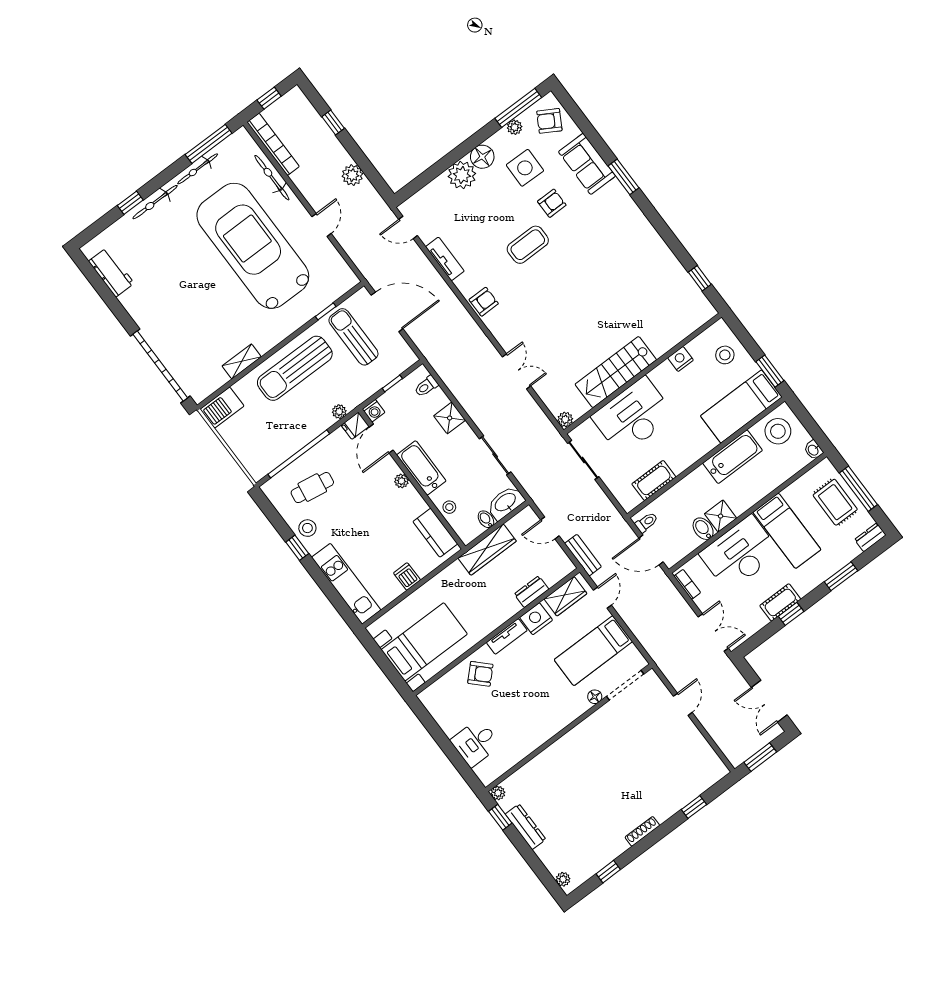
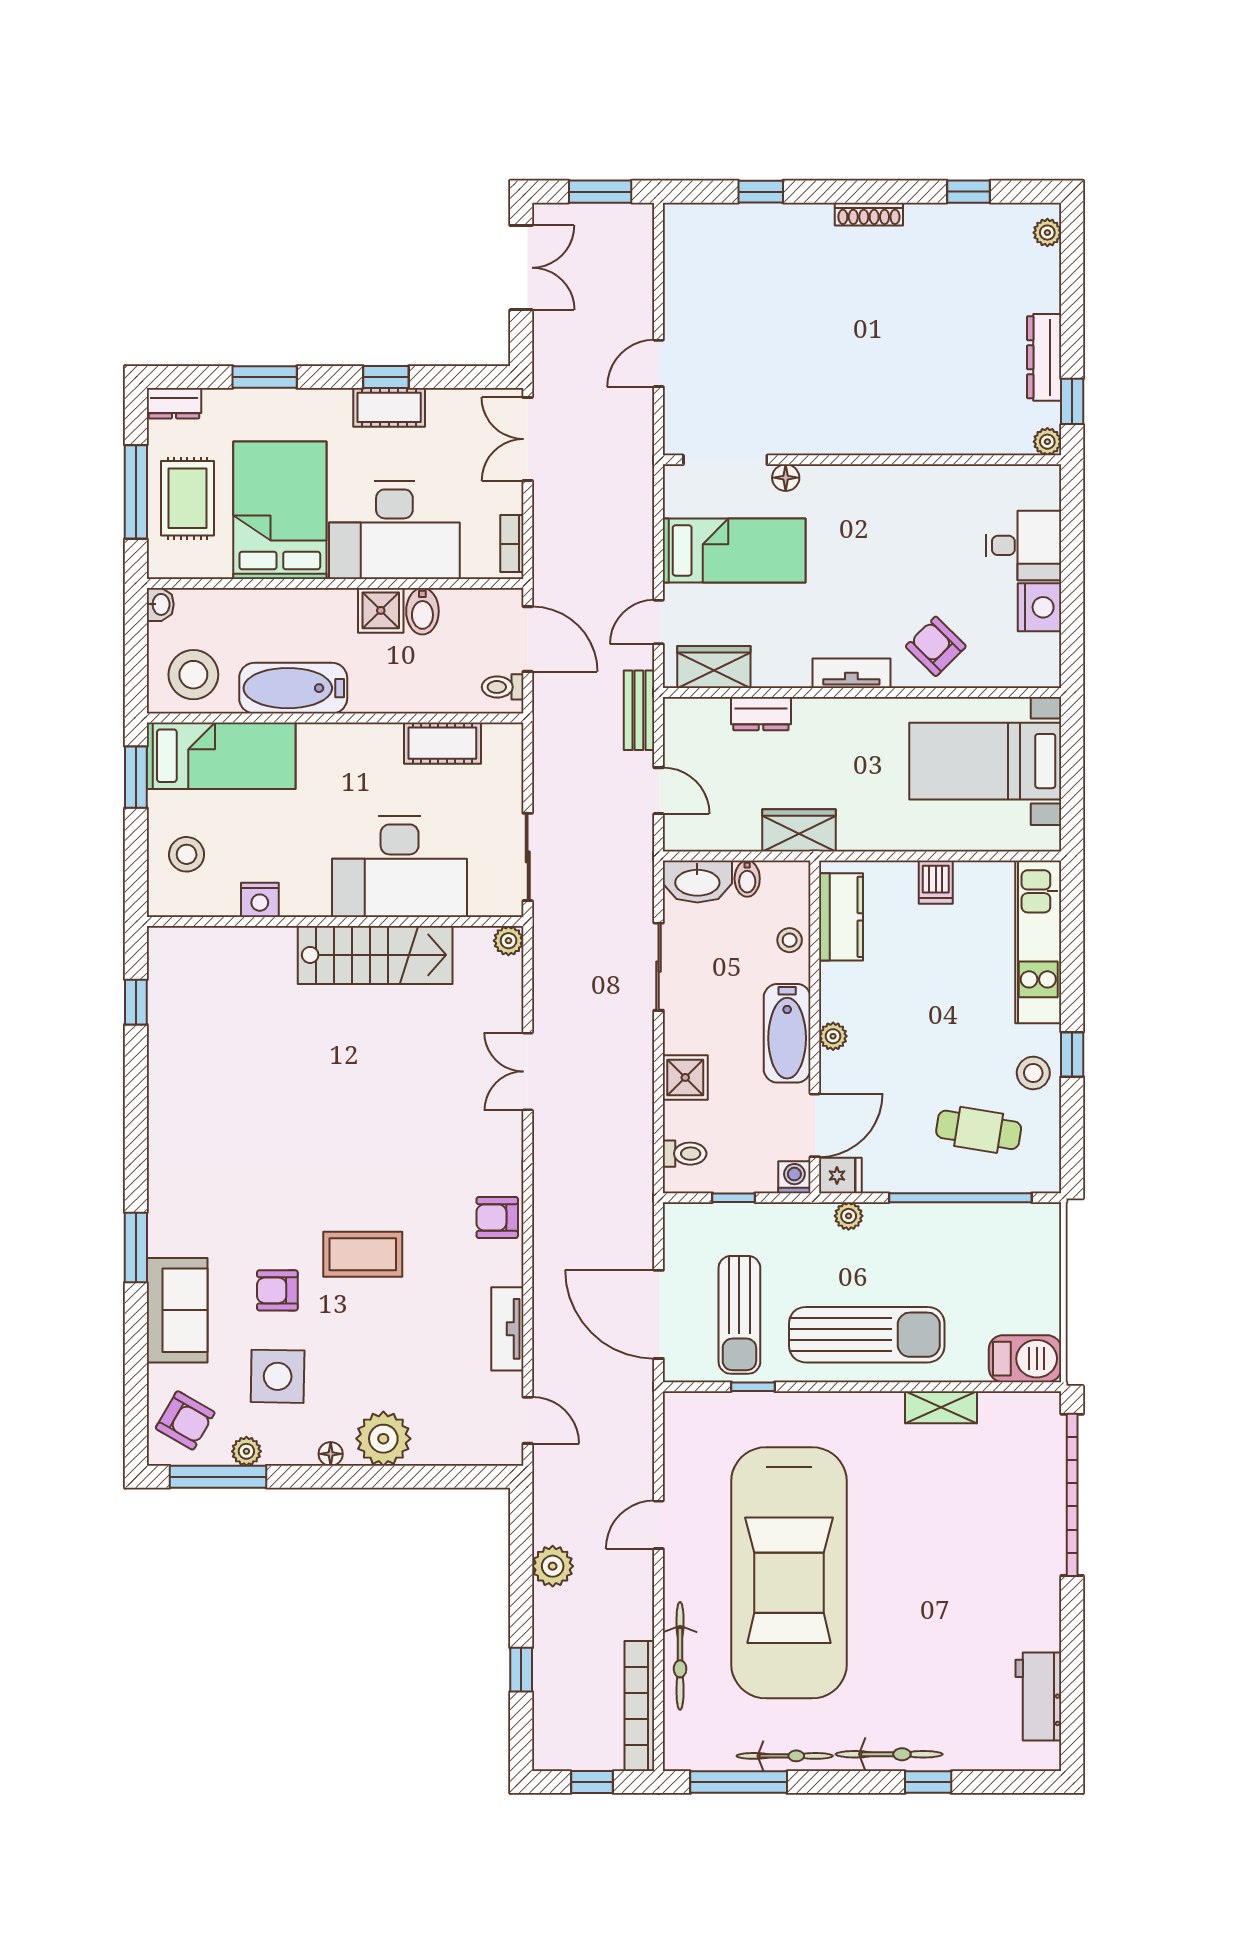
floor lamp: (482, 157) -> (331, 1454), width x0.53, depth x0.53
bed: (787, 531) -> (280, 510), width x1.50
wardrobe: (487, 550) -> (799, 830), width x0.67
nightstand: (536, 619) -> (1040, 607), moved, turned -90

